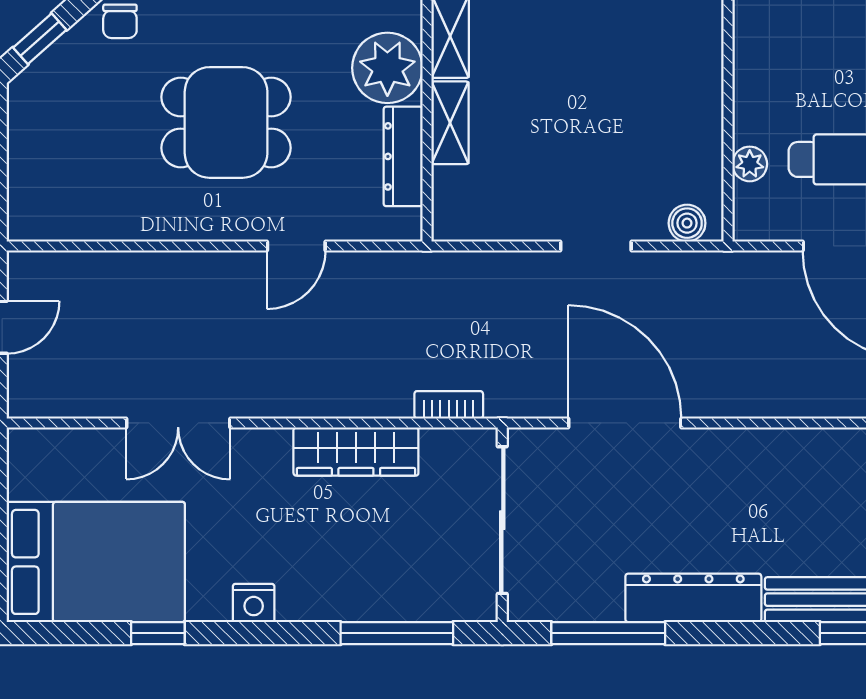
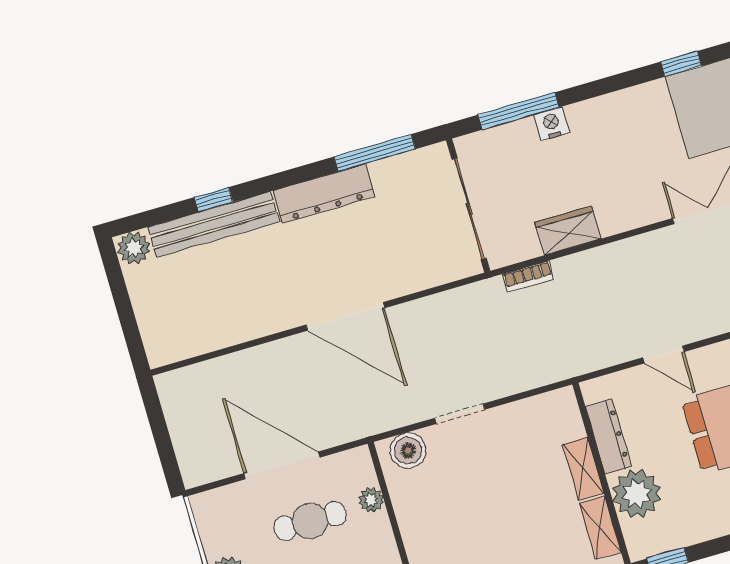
boiler: (687, 223) -> (408, 451), width x1.36, depth x1.36
door: (296, 246) -> (664, 355), swing flipped
door: (625, 423) -> (345, 316), moved
wardrobe: (356, 452) -> (568, 231), width x0.67
nightstand: (254, 603) -> (552, 124), moved

